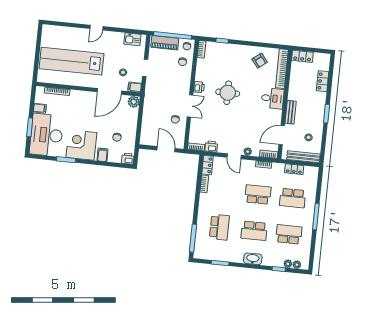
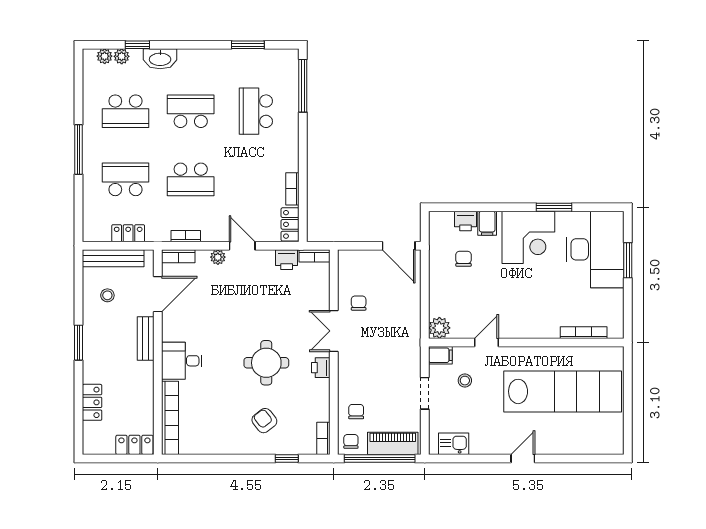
armchair: (260, 61) -> (264, 421), moved
door: (109, 91) -> (487, 343), width x0.53
filing cabinet: (40, 108) -> (613, 298), removed
door: (166, 149) -> (399, 246), moved
printer: (128, 159) -> (466, 221), moved
washbasin: (253, 259) -> (160, 59), moved

